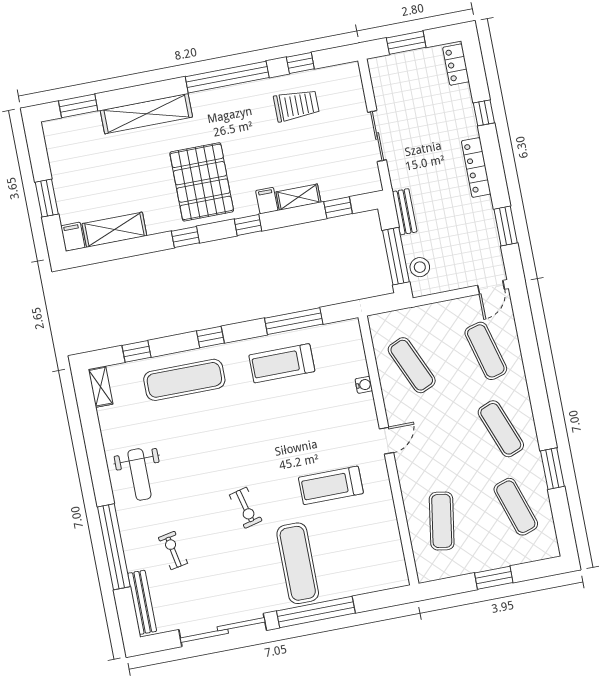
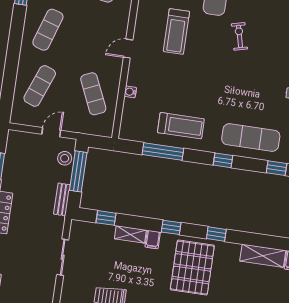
door: (491, 287) -> (51, 132), moved
exercise mat: (486, 351) -> (40, 86), turned 36
exercise mat: (501, 429) -> (48, 30), turned 39
treadmill: (331, 485) -> (176, 31), turned 90

